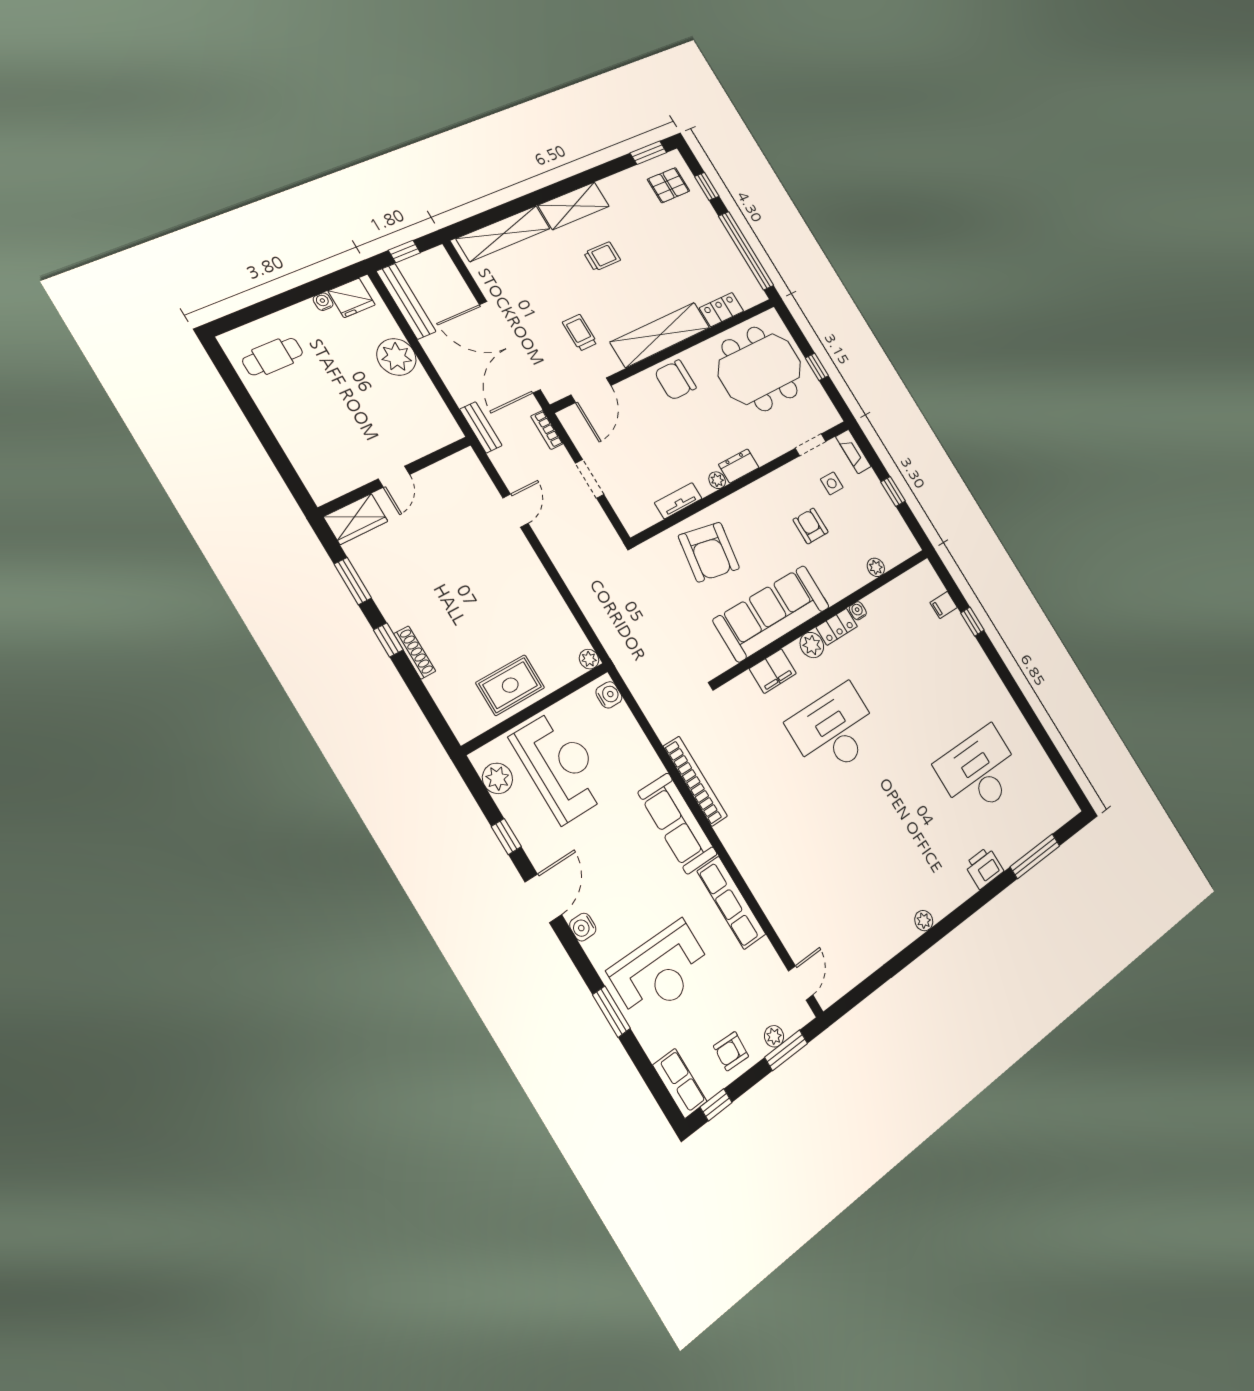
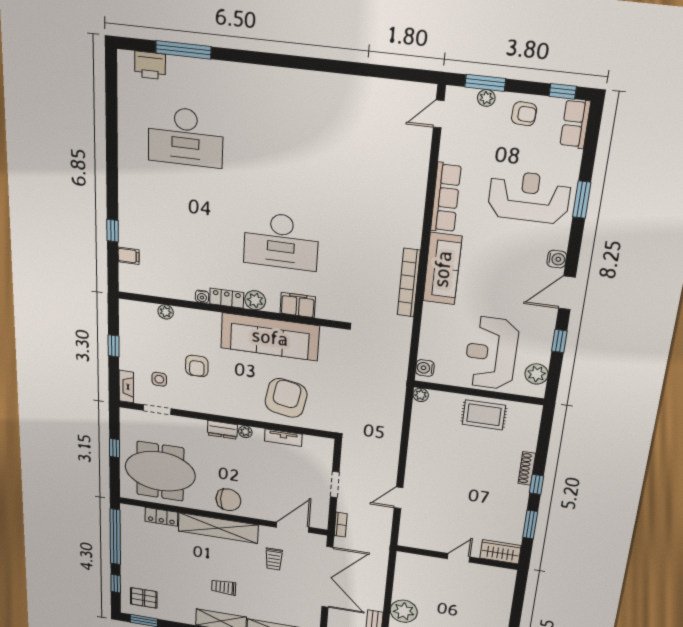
bench: (481, 427) -> (383, 550), removed
printer: (984, 868) -> (150, 65), moved
plant: (924, 921) -> (312, 79), removed

